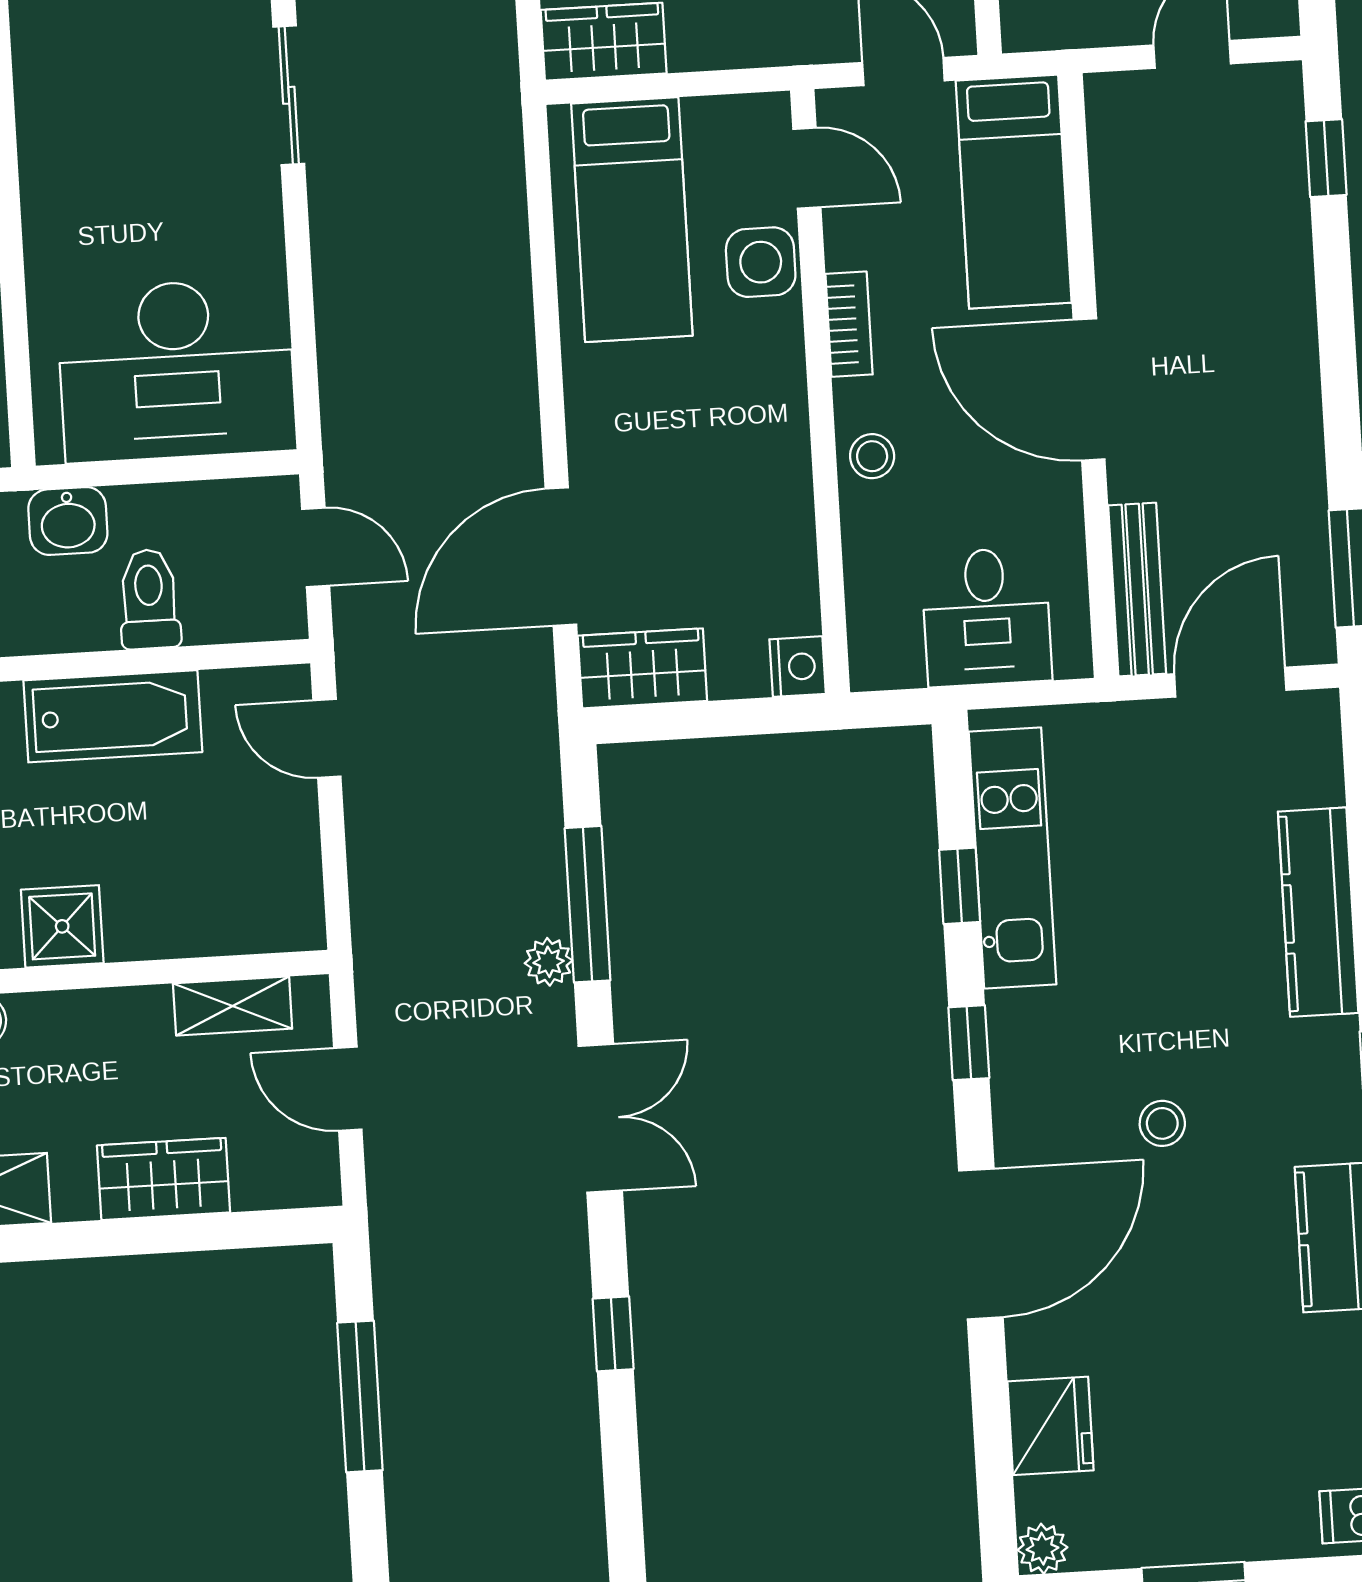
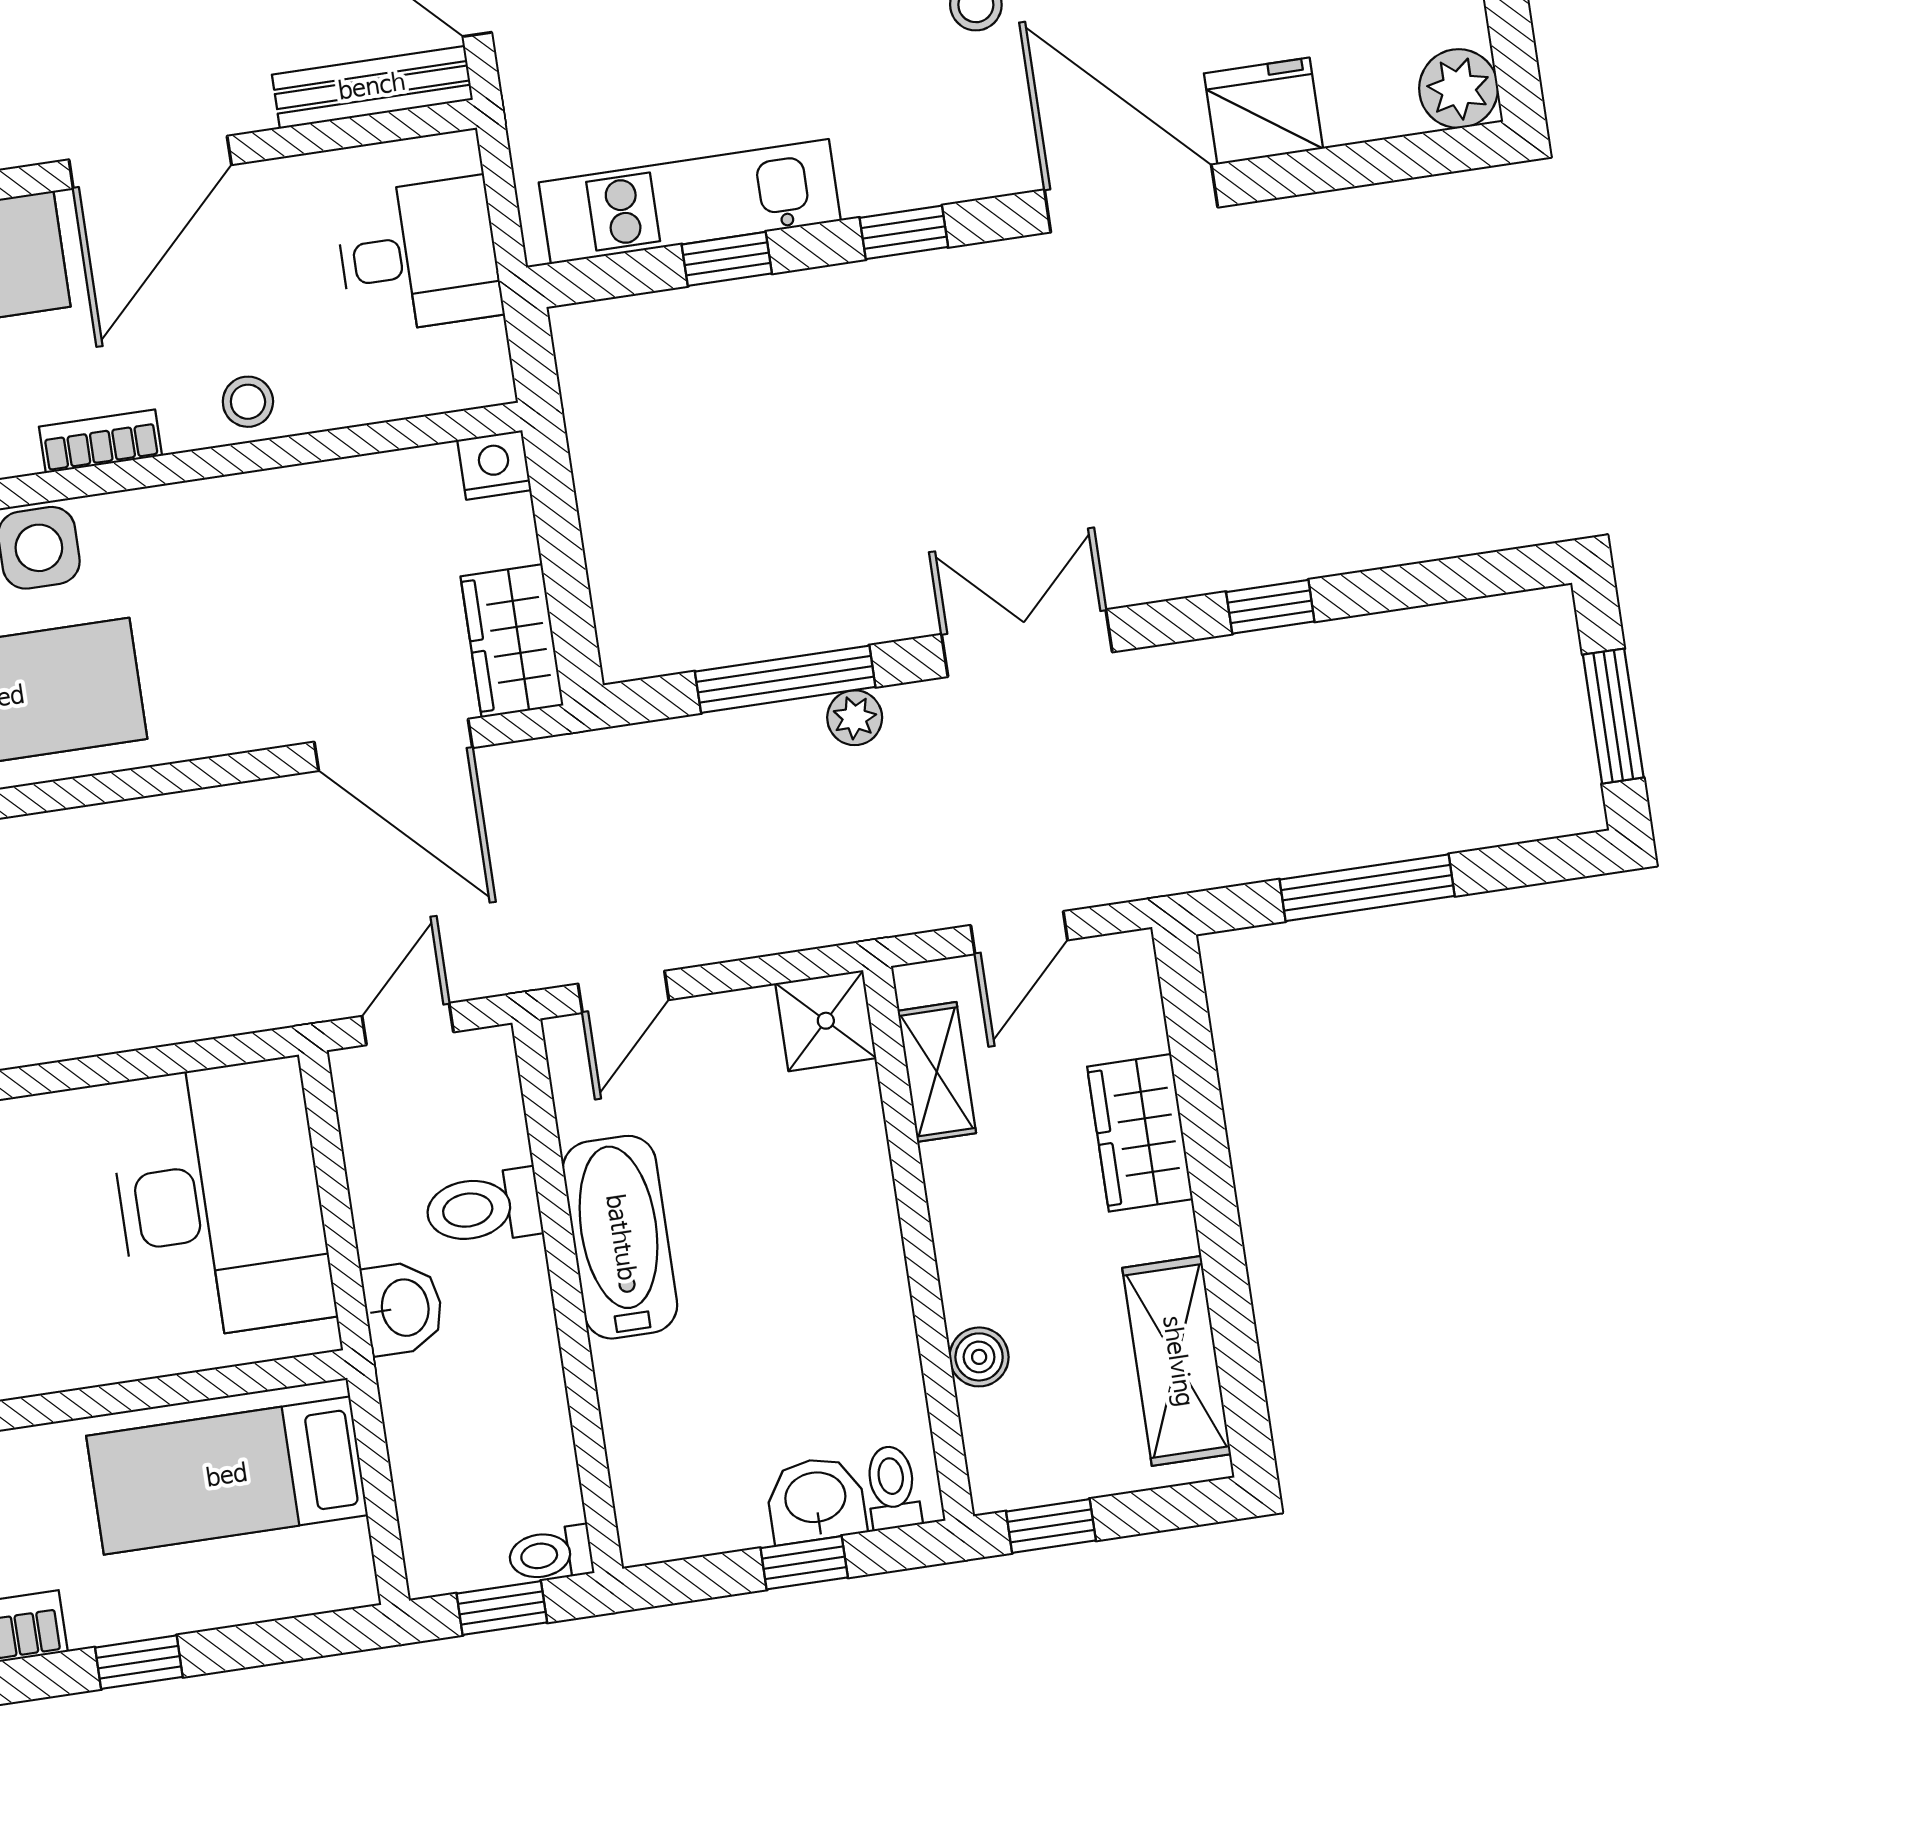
shower: (62, 926) -> (826, 1021), moved
fridge: (1050, 1426) -> (1263, 111), moved
plant: (1042, 1549) -> (1458, 89), width x1.38, depth x1.38

